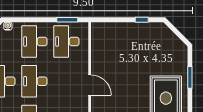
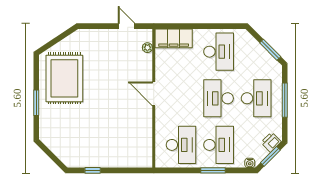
window: (67, 20) -> (213, 170), moved
desk: (34, 81) -> (219, 98), turned 180

